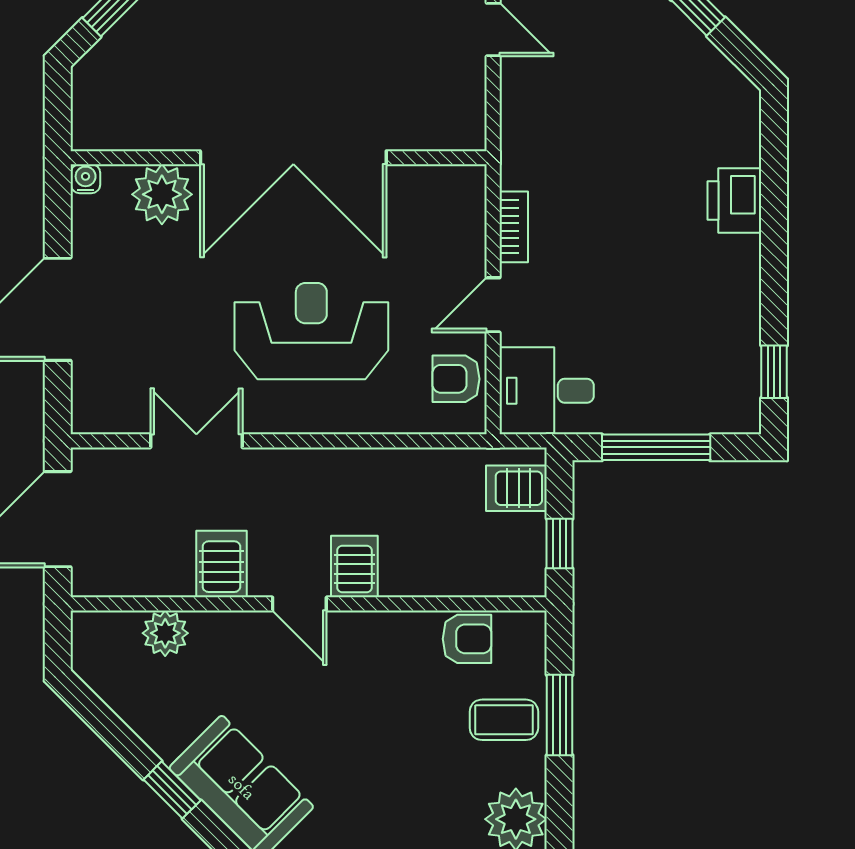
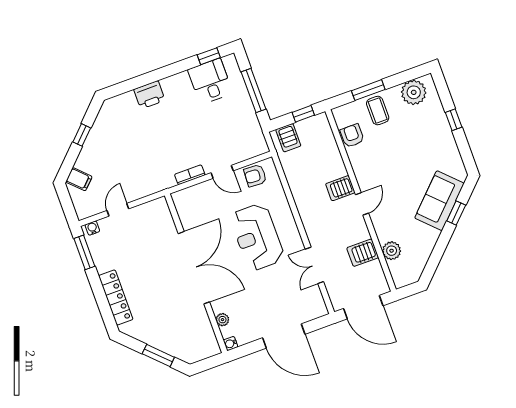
plant: (162, 194) -> (222, 320), width x0.53, depth x0.53
armchair: (456, 379) -> (255, 176), turned 93
desk: (547, 391) -> (210, 81), moved, turned 180
server rack: (221, 564) -> (363, 253), moved
window: (172, 790) -> (456, 213), moved

